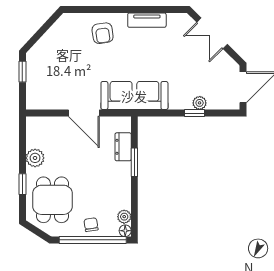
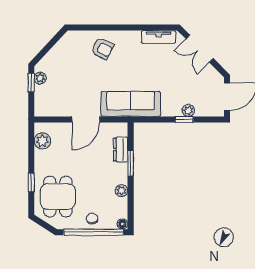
tv unit: (147, 20) -> (159, 37), moved
armchair: (103, 33) -> (102, 49), turned -56
plant: (33, 66) -> (40, 78), added
door: (84, 113) -> (86, 119), hinge flipped
plant: (35, 158) -> (42, 141), moved
plant: (124, 217) -> (122, 191), moved

